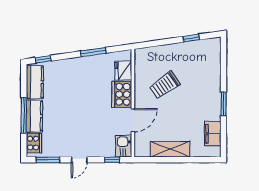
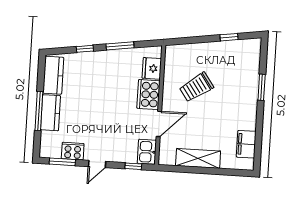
window: (43, 59) -> (85, 49), moved
window: (223, 104) -> (262, 87), moved
cooker: (34, 143) -> (73, 151), moved, turned -90

